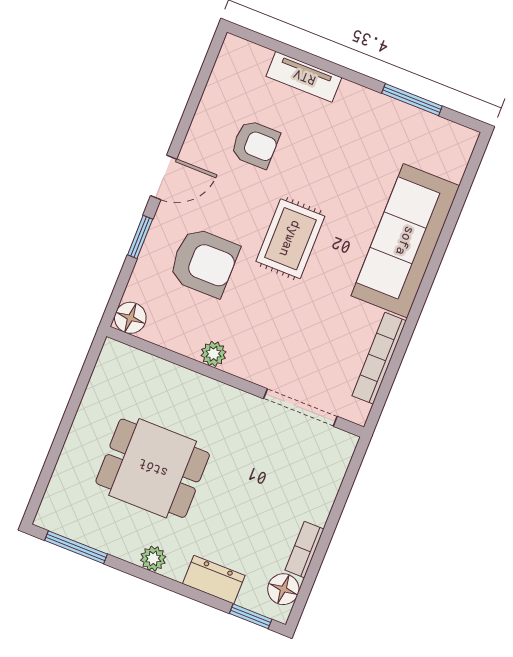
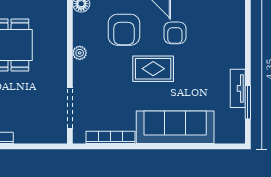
tv unit: (304, 77) -> (238, 88), moved
armchair: (255, 144) -> (175, 33), moved

